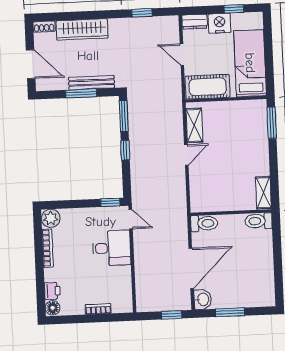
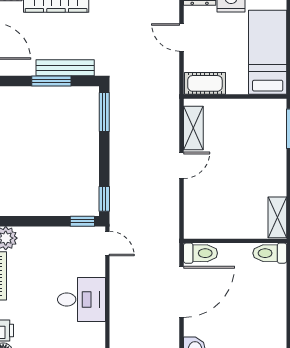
cot: (208, 87) -> (205, 83), width x0.73, depth x0.75
window: (125, 150) -> (104, 199), moved
desk: (112, 248) -> (81, 299), moved
door: (191, 268) -> (182, 292), moved

